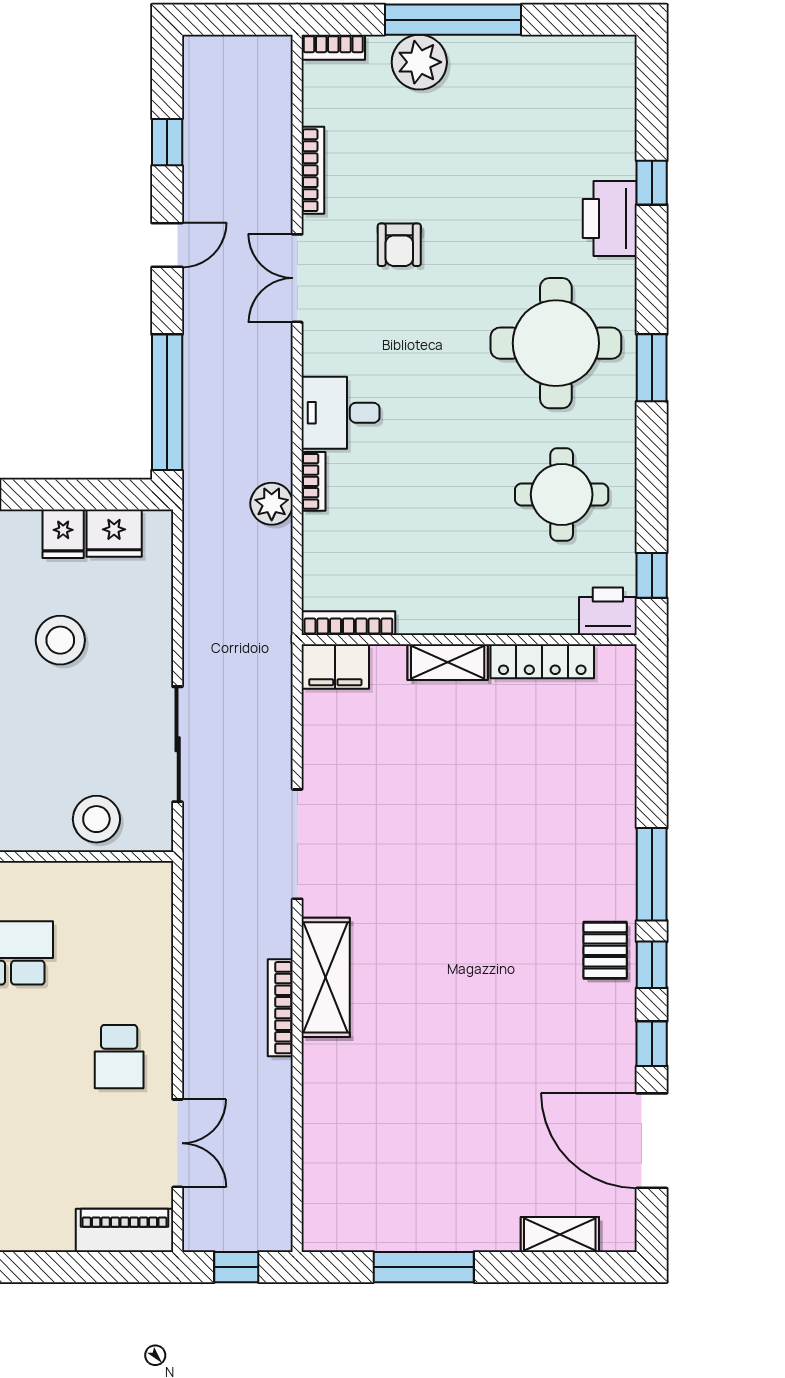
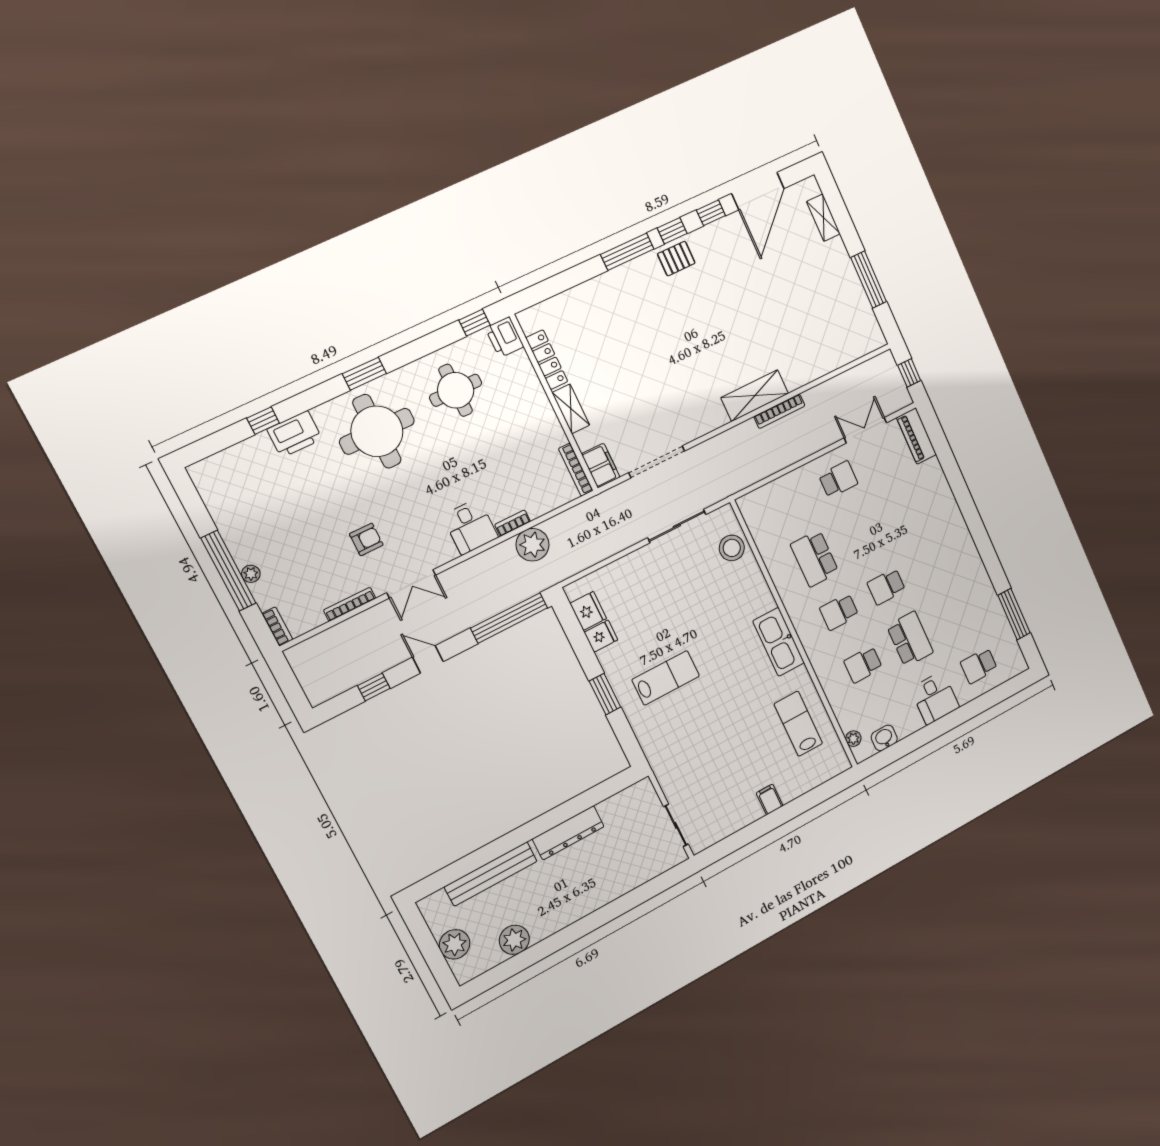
plant: (419, 62) -> (251, 574), width x0.53, depth x0.53
plant: (272, 504) -> (532, 545), width x1.36, depth x1.36
stool: (60, 640) -> (654, 610), removed
doorway: (297, 844) -> (657, 462), moved

